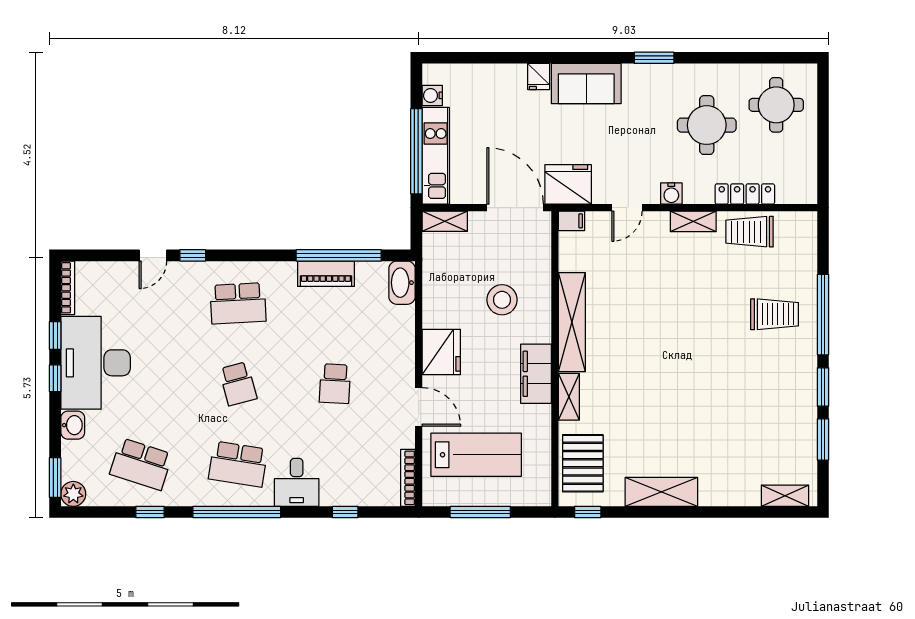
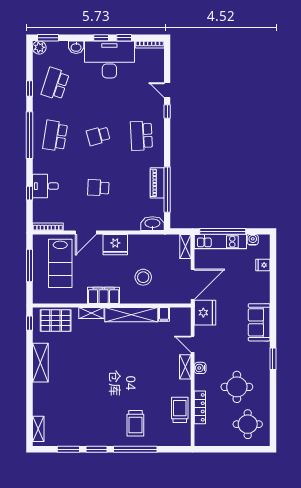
fridge: (539, 76) -> (263, 265), moved
filing cabinet: (571, 221) -> (164, 314), moved
shelving: (693, 221) -> (185, 367), moved
desk: (297, 482) -> (45, 186), moved

